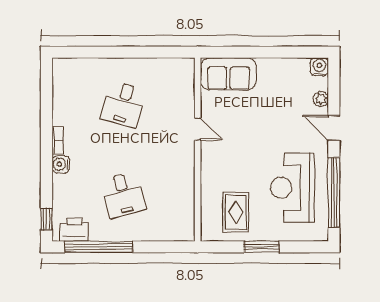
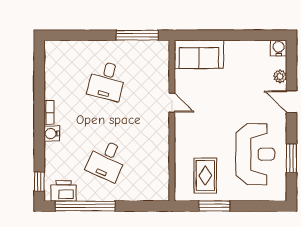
window: (158, 52) -> (137, 35), added
reception desk: (293, 188) -> (255, 154), turned 180
window: (334, 192) -> (291, 158), width x0.47
desk: (123, 195) -> (107, 160), turned 39
window: (262, 247) -> (214, 206), moved

